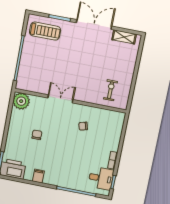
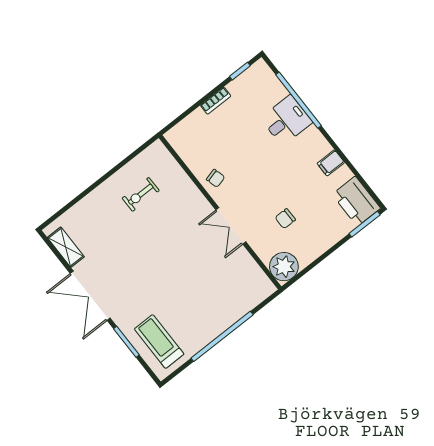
double door: (60, 99) -> (231, 226), moved
plant: (21, 101) -> (284, 267), moved
wall: (70, 101) -> (220, 212), moved
desk: (101, 178) -> (286, 120), moved, turned 90

